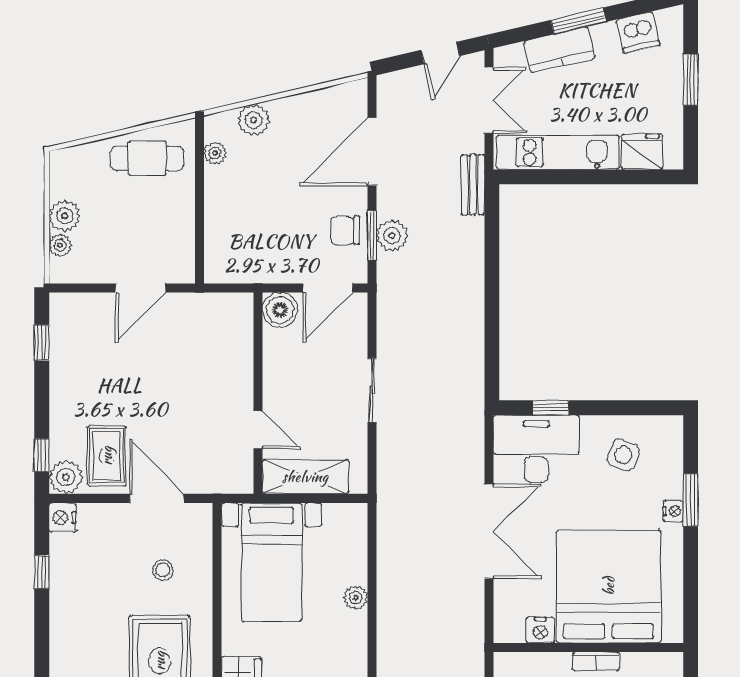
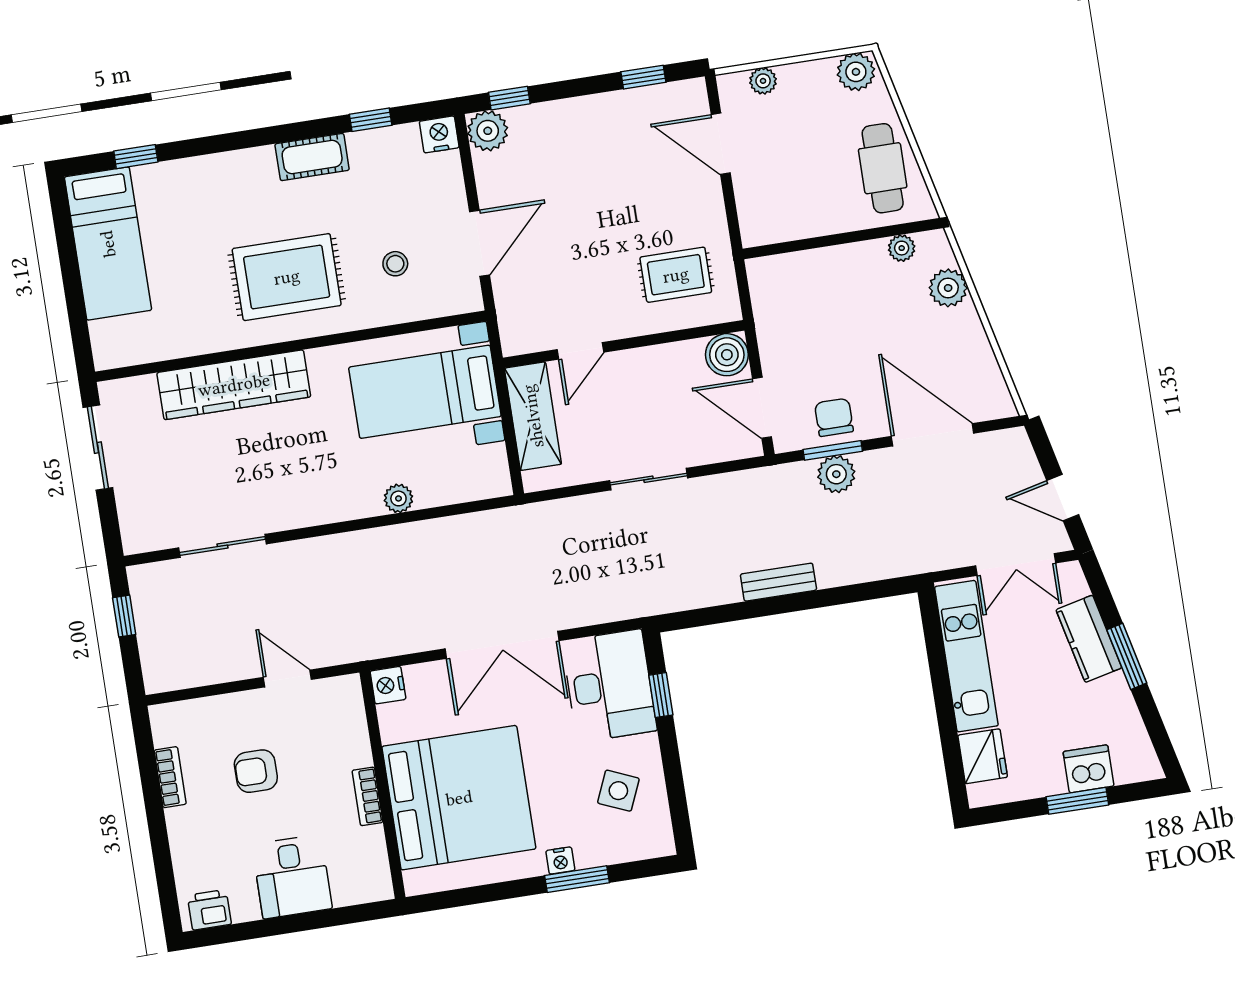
dishwasher: (638, 33) -> (1088, 769), moved, turned 103
bench: (473, 185) -> (778, 582), moved
plant: (65, 216) -> (856, 72), moved
door: (140, 288) -> (721, 144), moved
rug: (107, 456) -> (676, 275), moved
cot: (65, 625) -> (312, 157), added
nightstand: (540, 630) -> (388, 685), moved

